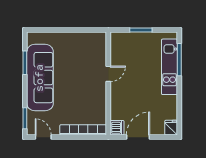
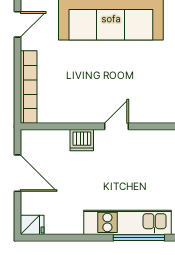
door: (108, 74) -> (117, 126), swing flipped
dishwasher: (117, 128) -> (82, 140), moved

